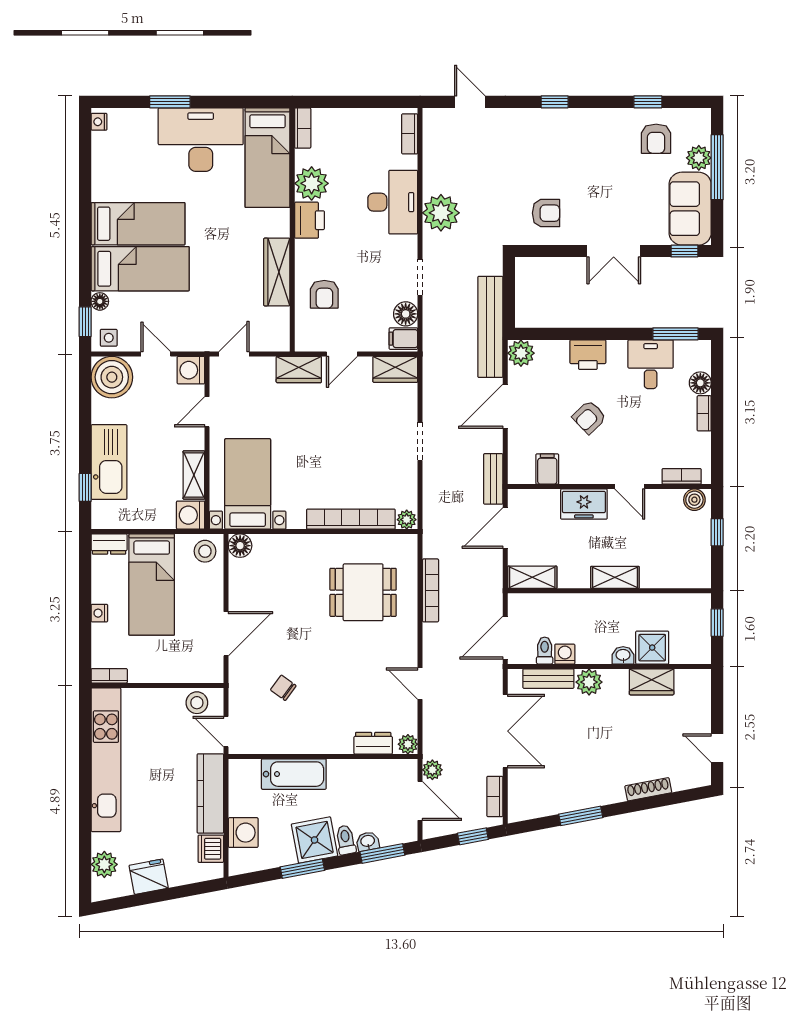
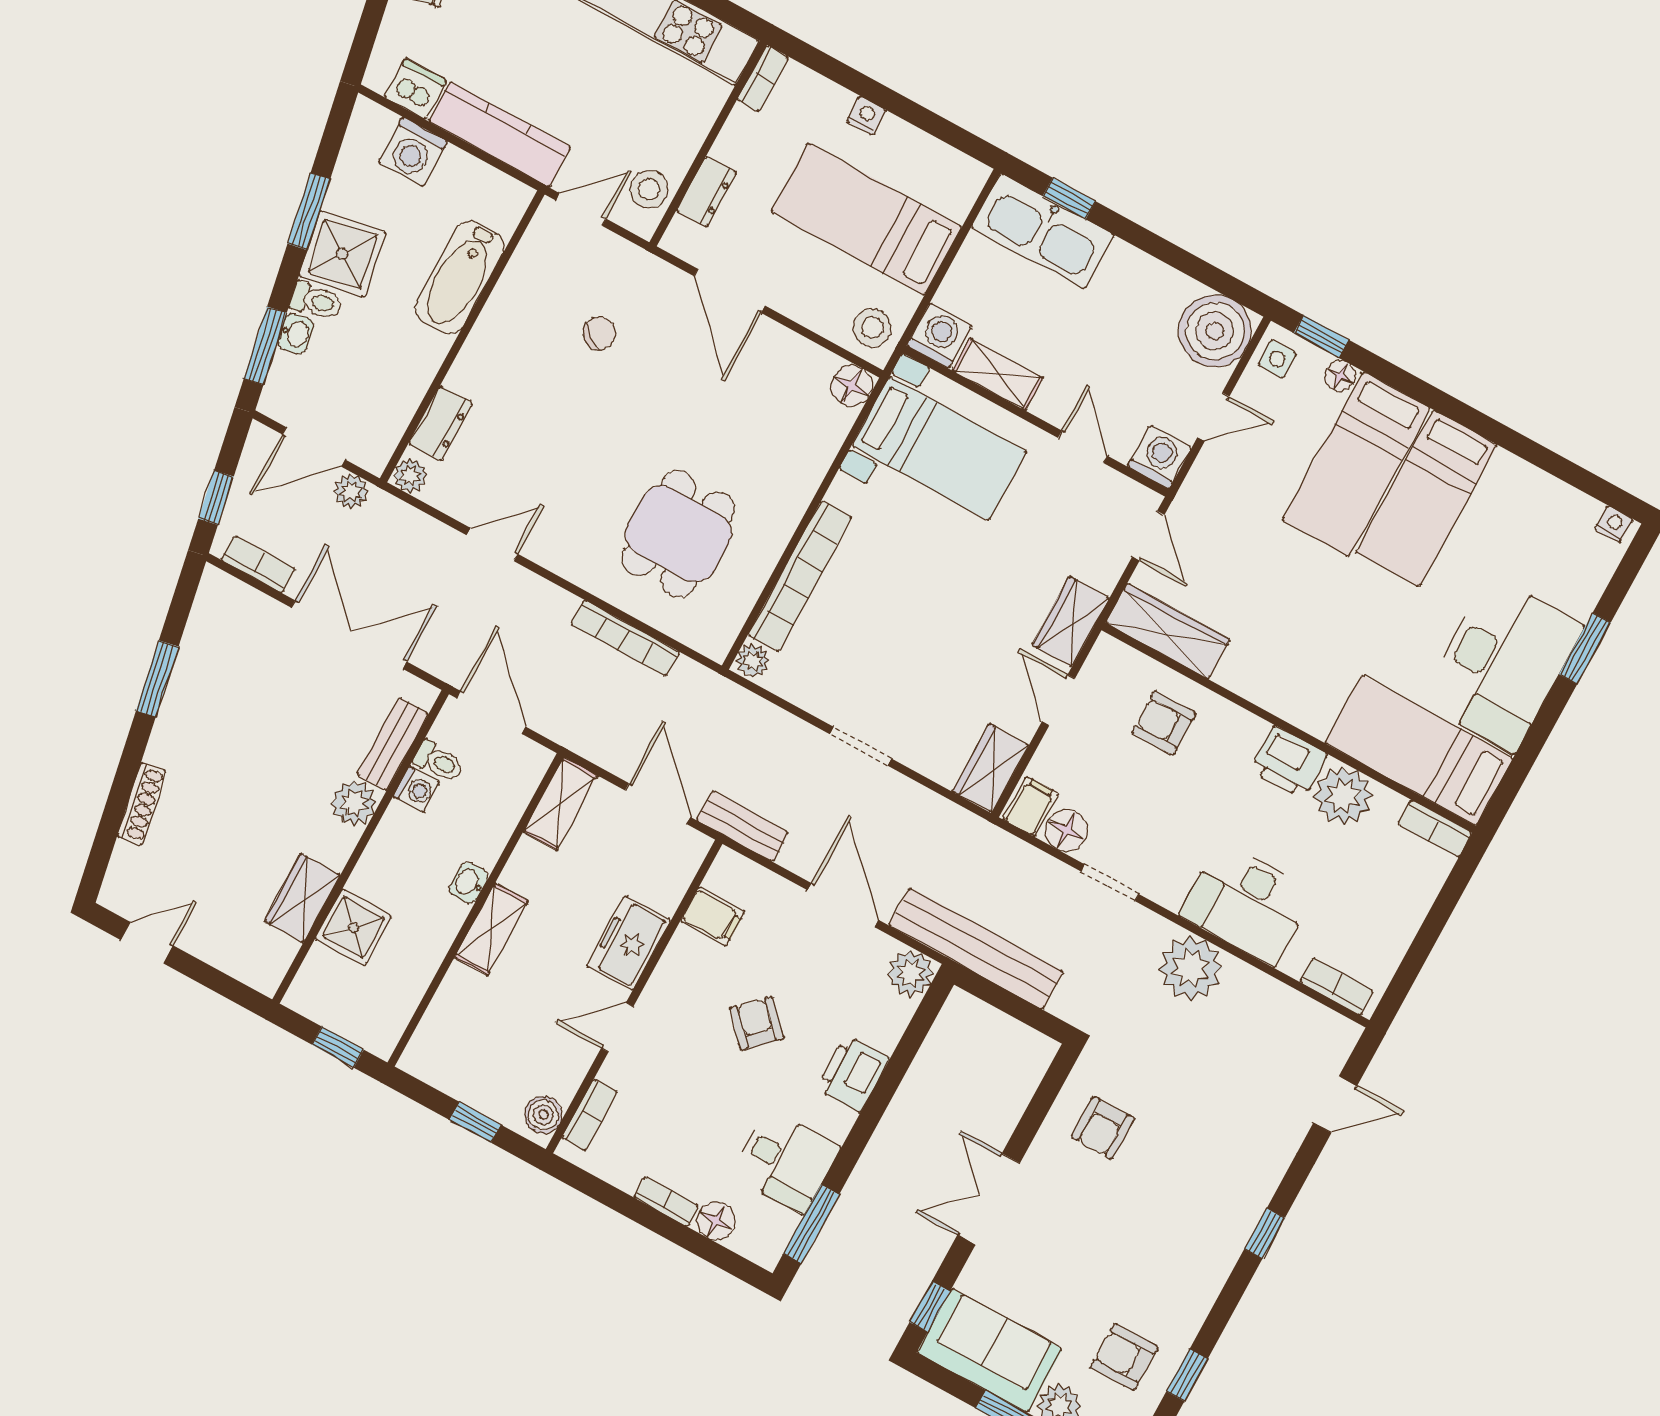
wardrobe: (277, 272) -> (1168, 631), moved
kitchen sink: (109, 462) -> (1043, 231), moved
dresser: (109, 544) -> (706, 192), moved, turned 180
washbasin: (623, 655) -> (469, 883), moved, turned 180
double door: (505, 731) -> (349, 635), swing flipped

